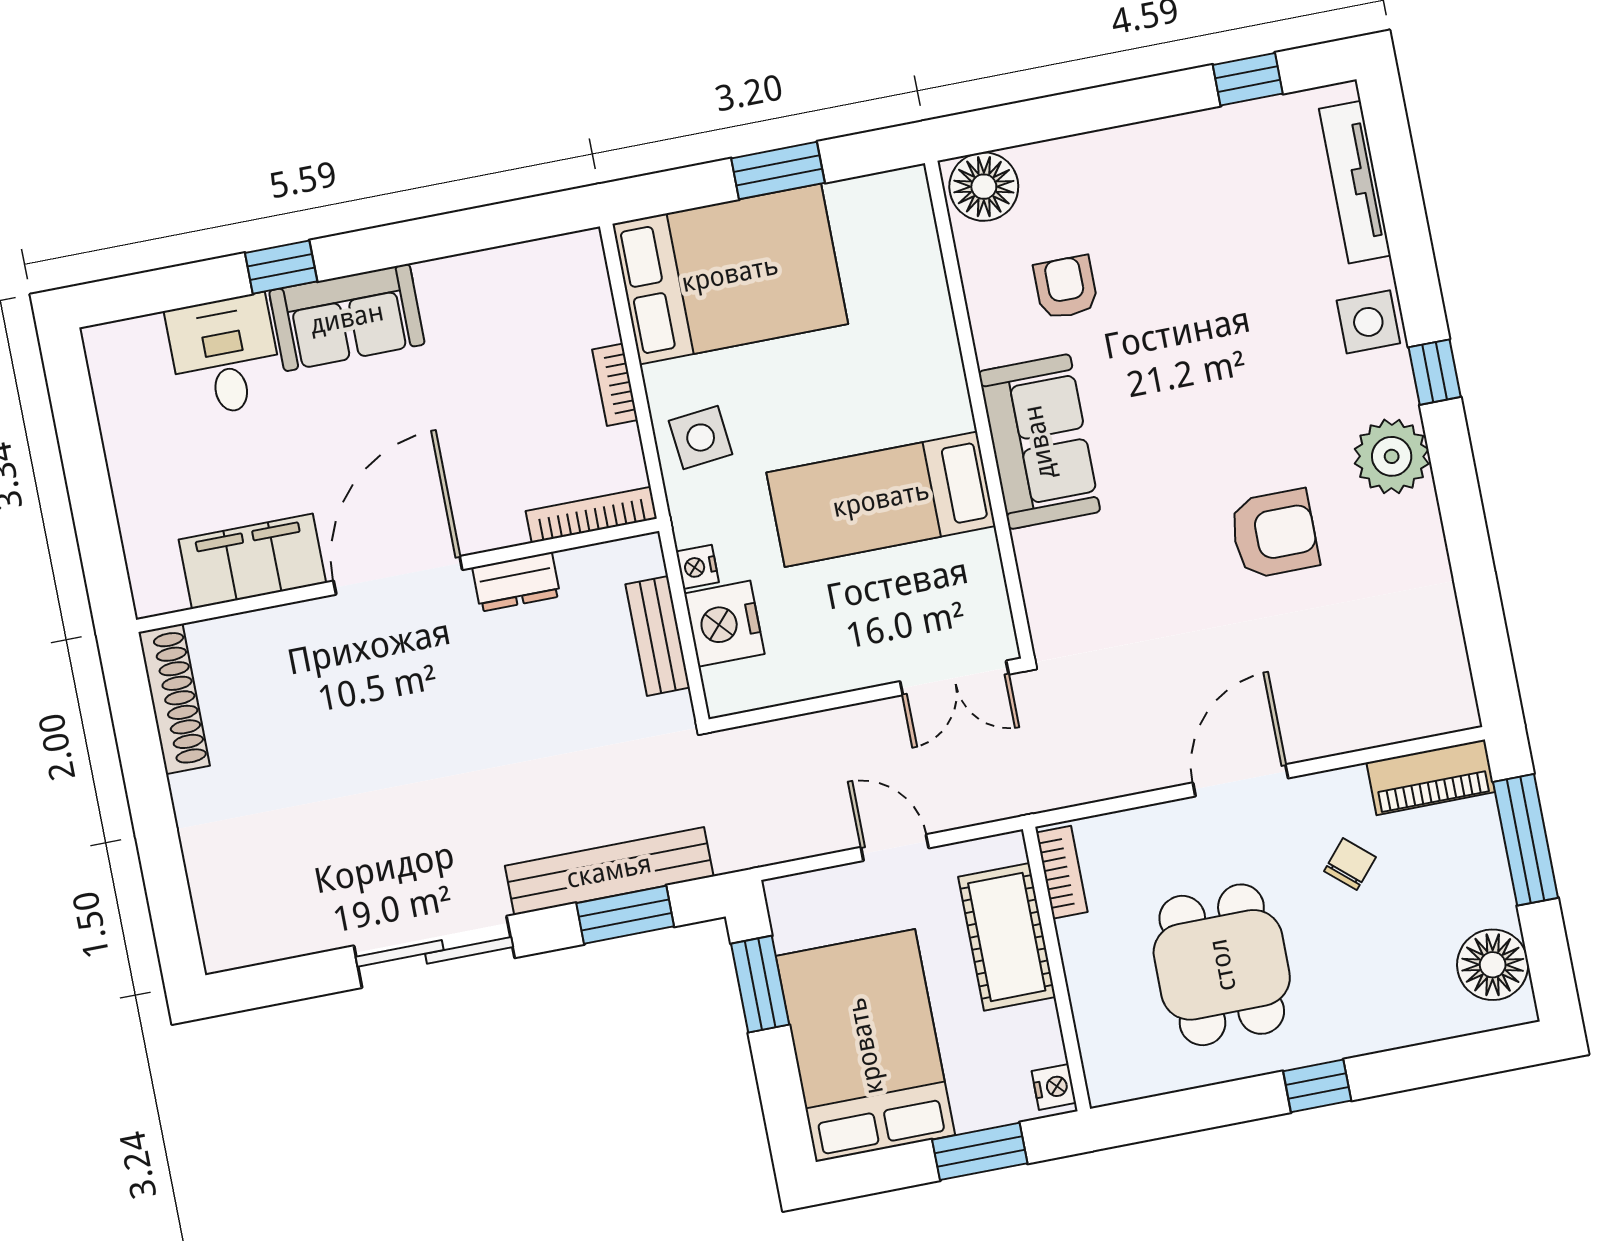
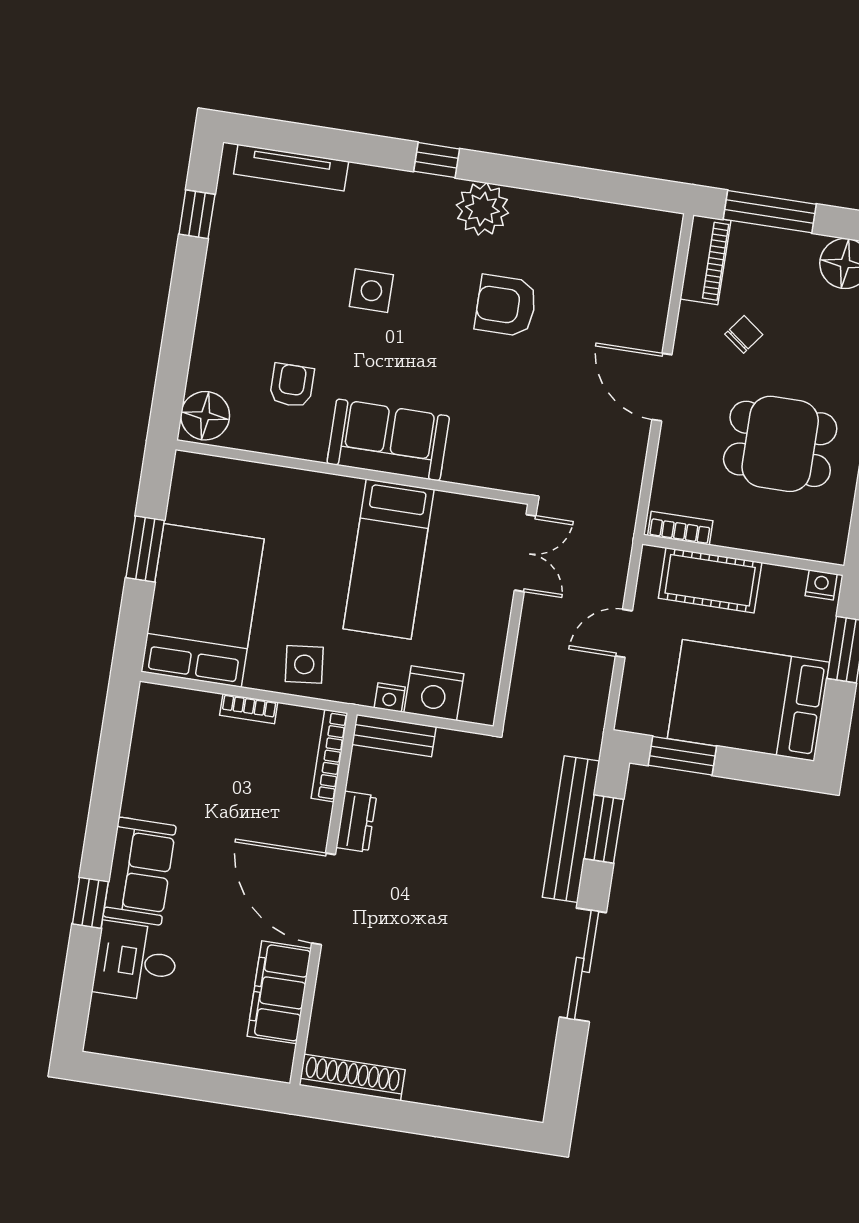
armchair: (1066, 287) -> (292, 385), turned 90
side table: (1368, 322) -> (371, 291), moved
armchair: (1274, 534) -> (506, 306), turned -90
bench: (658, 636) -> (394, 736), moved
chair: (1350, 864) -> (744, 334), turned 86

